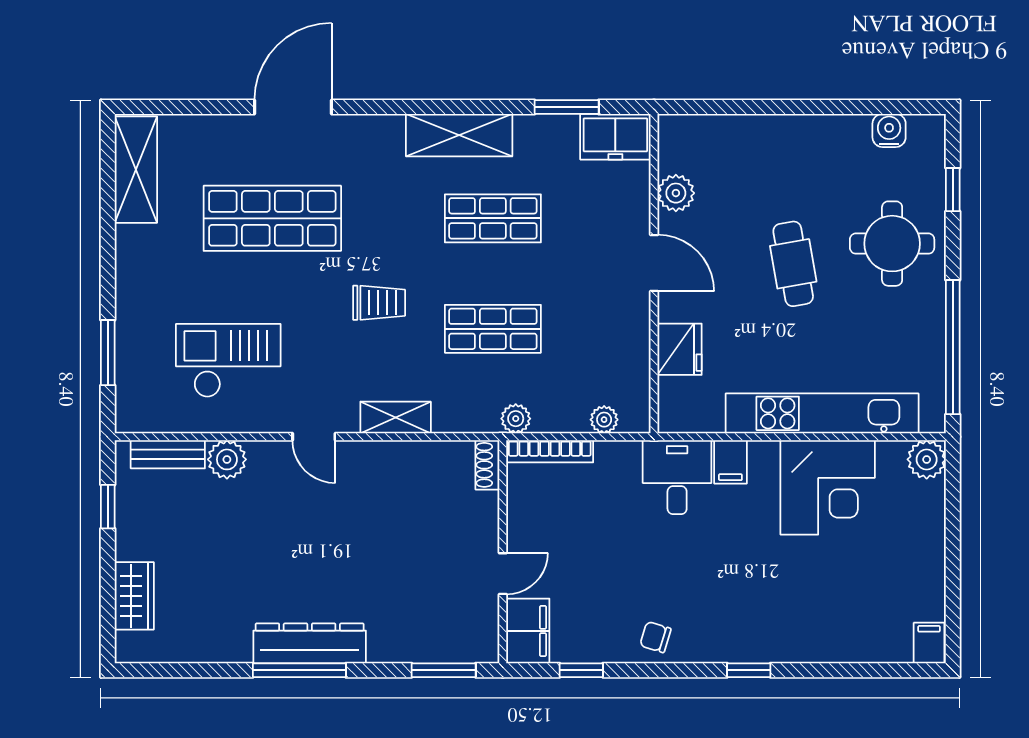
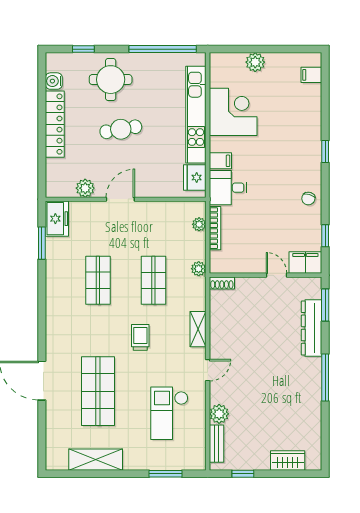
locker: (804, 133) -> (55, 124), added
shelving: (459, 135) -> (56, 297), removed
shelving: (136, 170) -> (96, 460), moved
fridge: (680, 349) -> (195, 178), moved, turned -90
bookcase: (550, 451) -> (215, 228), moved
plant: (927, 459) -> (255, 62), moved
dresser: (310, 643) -> (312, 328), moved
filing cabinet: (929, 643) -> (311, 75), moved

